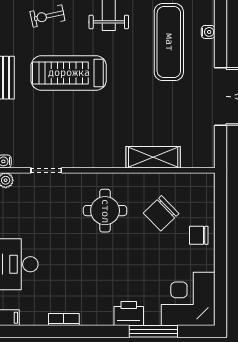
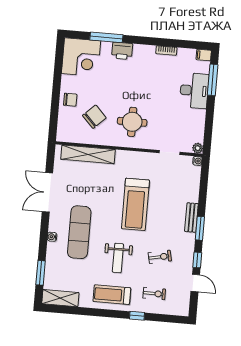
treadmill: (69, 73) -> (135, 204), moved, turned 90
shelving: (153, 157) -> (88, 154), width x1.47

